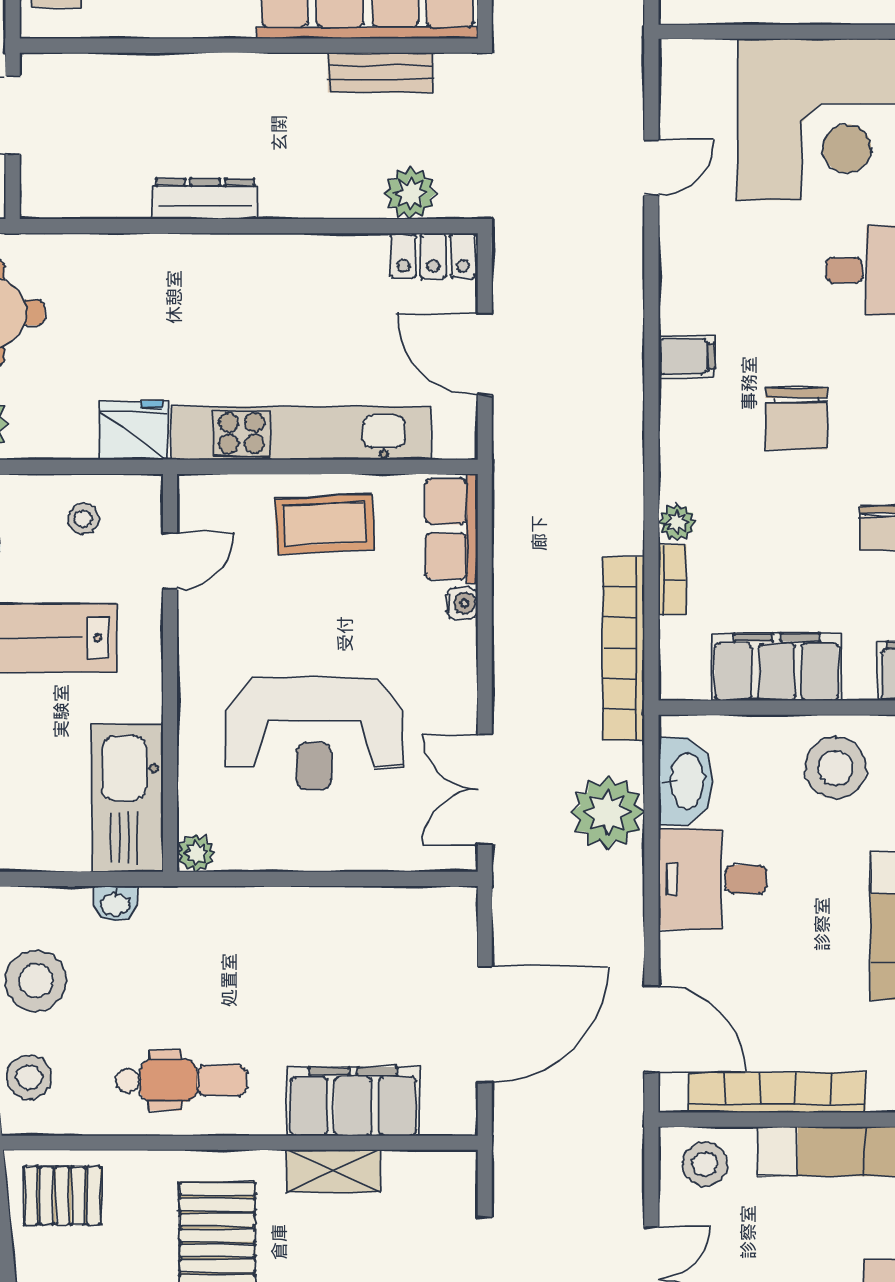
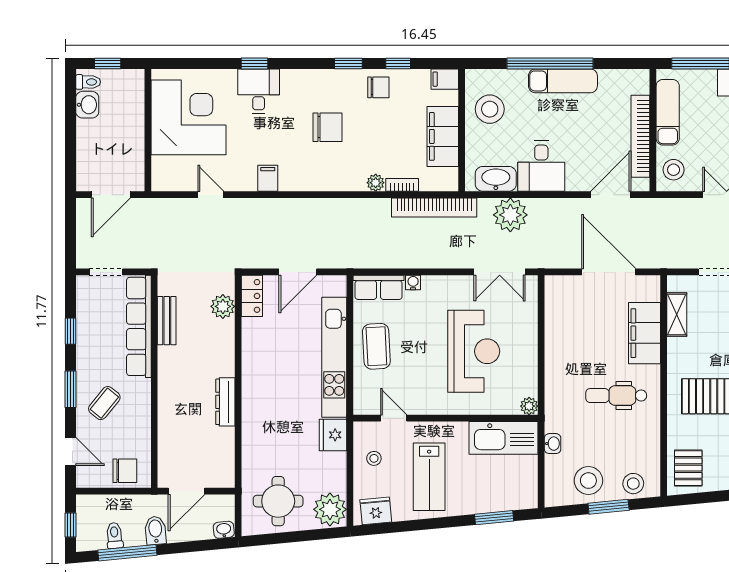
filing cabinet: (687, 356) -> (268, 178), moved
dental chair: (181, 1080) -> (616, 396), moved, turned -90
shelving: (333, 1171) -> (677, 315), moved

